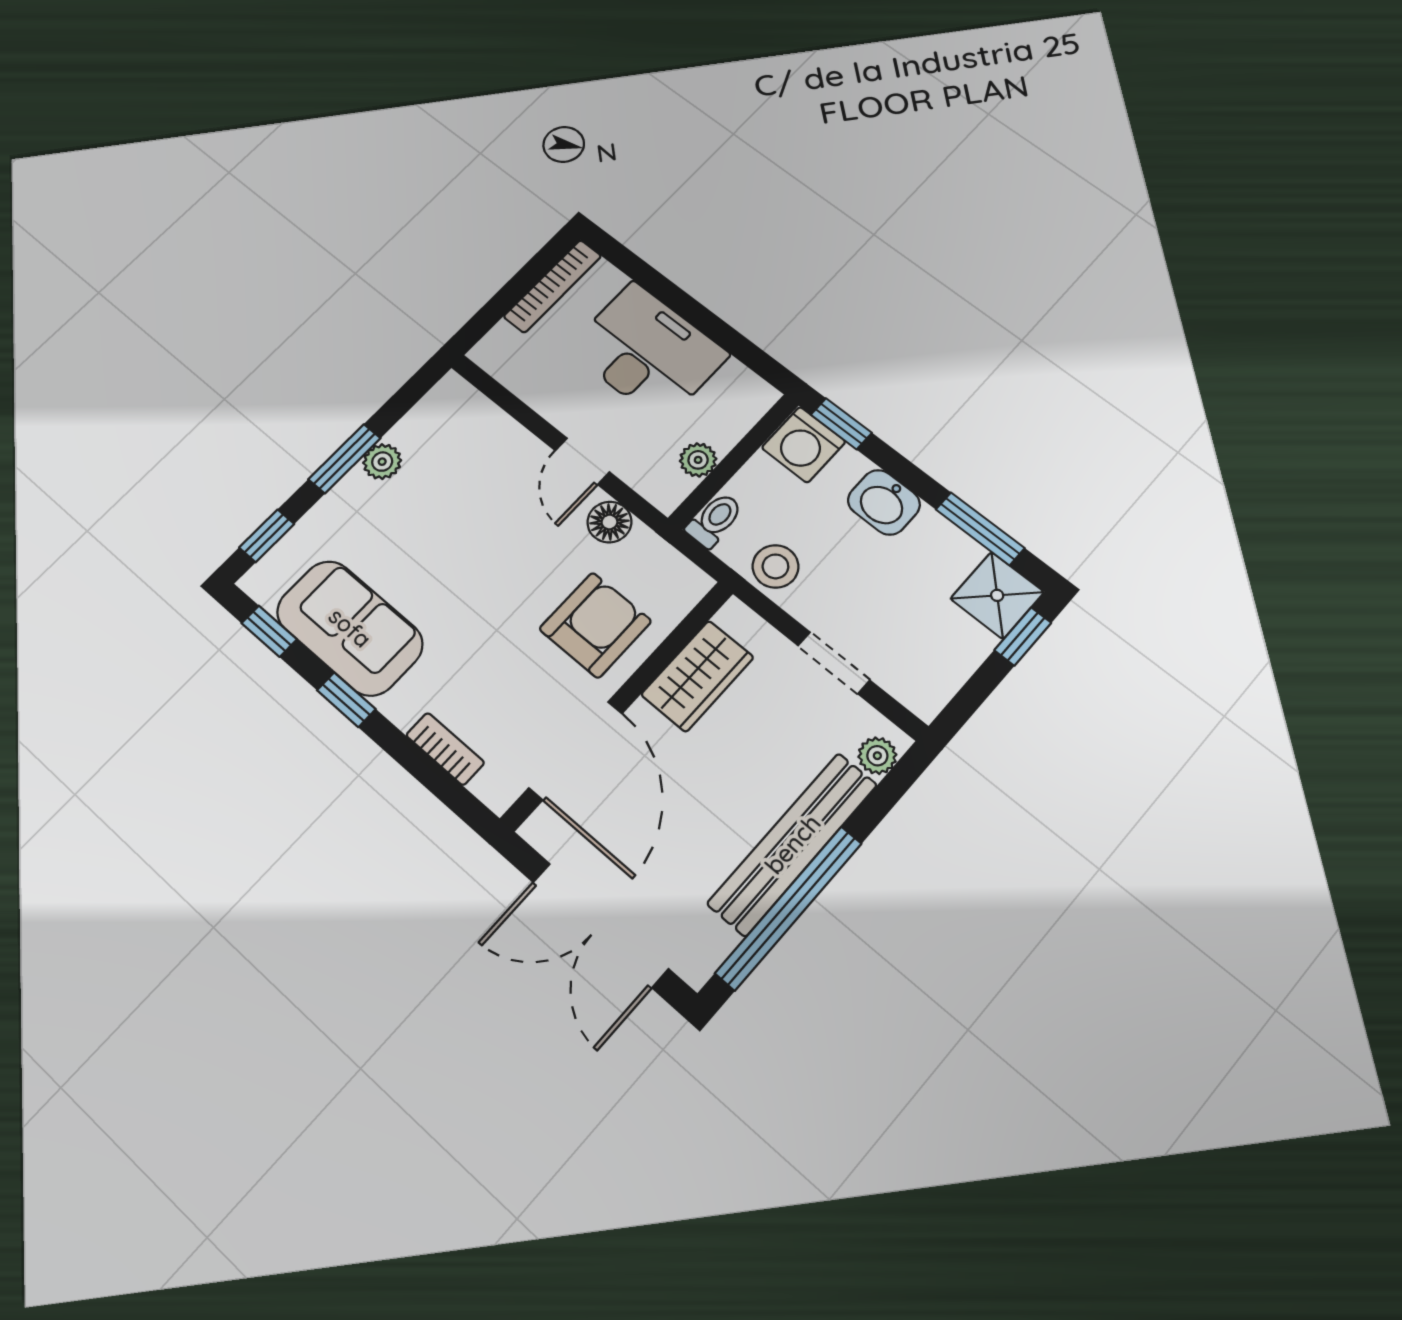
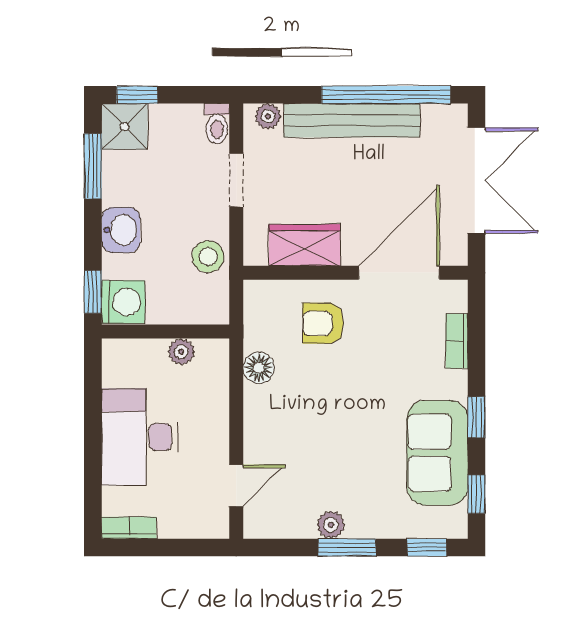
bookcase: (553, 286) -> (129, 528), width x0.64
door: (582, 461) -> (236, 486), moved
toilet: (715, 520) -> (217, 124), moved, turned -90
armchair: (595, 625) -> (323, 323), width x0.72, depth x0.72

